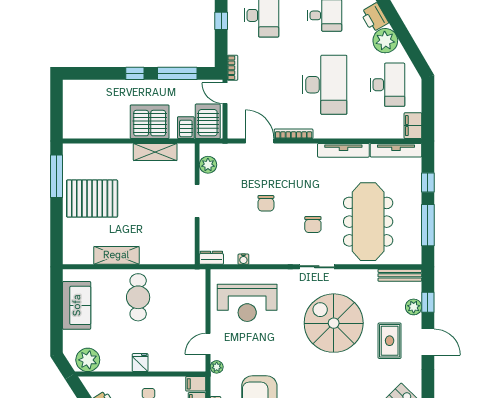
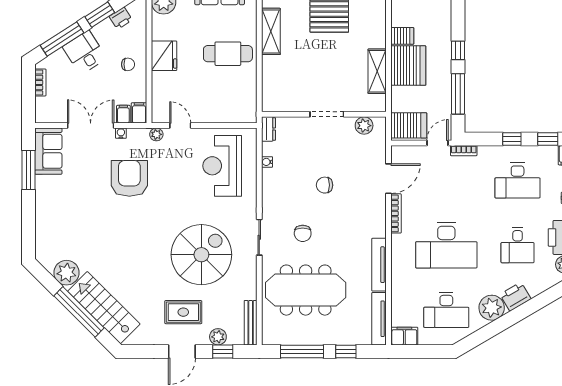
server rack: (186, 128) -> (402, 36), moved
chair: (313, 225) -> (303, 233), turned -90
fridge: (140, 363) -> (164, 56), width x1.88, depth x1.34

